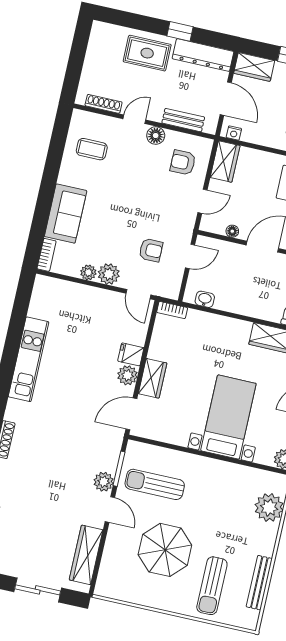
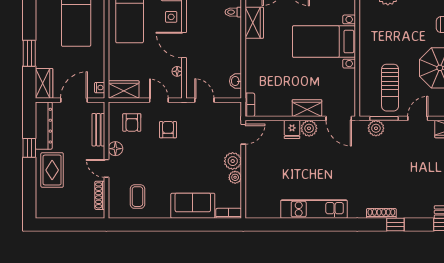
armchair: (151, 250) -> (168, 130), moved
plant: (104, 482) -> (376, 128), moved

